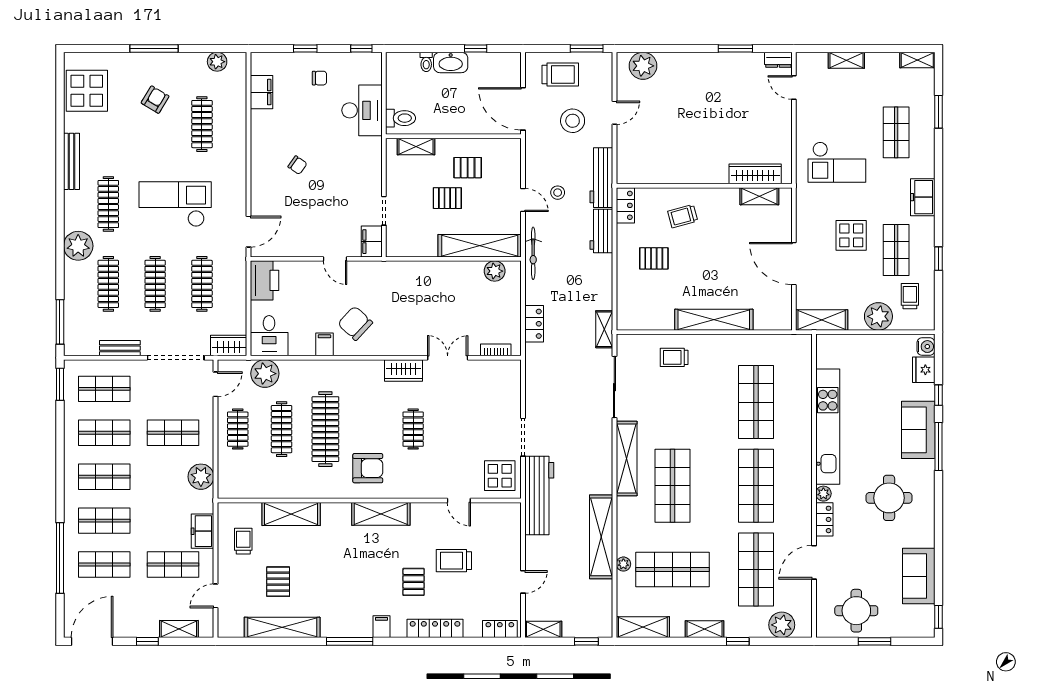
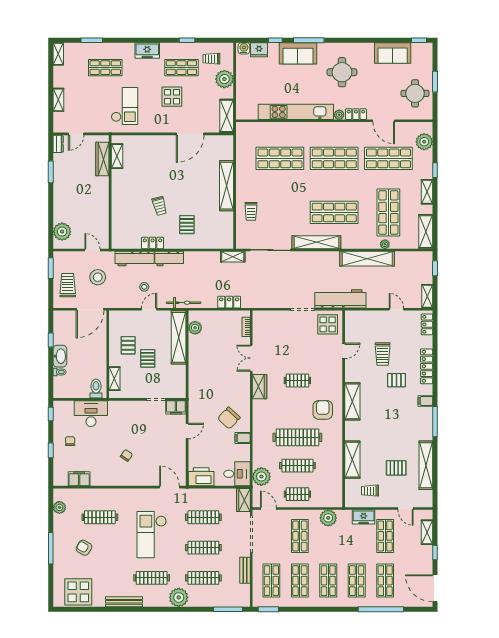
wardrobe: (755, 174) -> (102, 159), moved
wall: (704, 186) -> (110, 192), moved
shelving: (759, 196) -> (117, 156), moved

